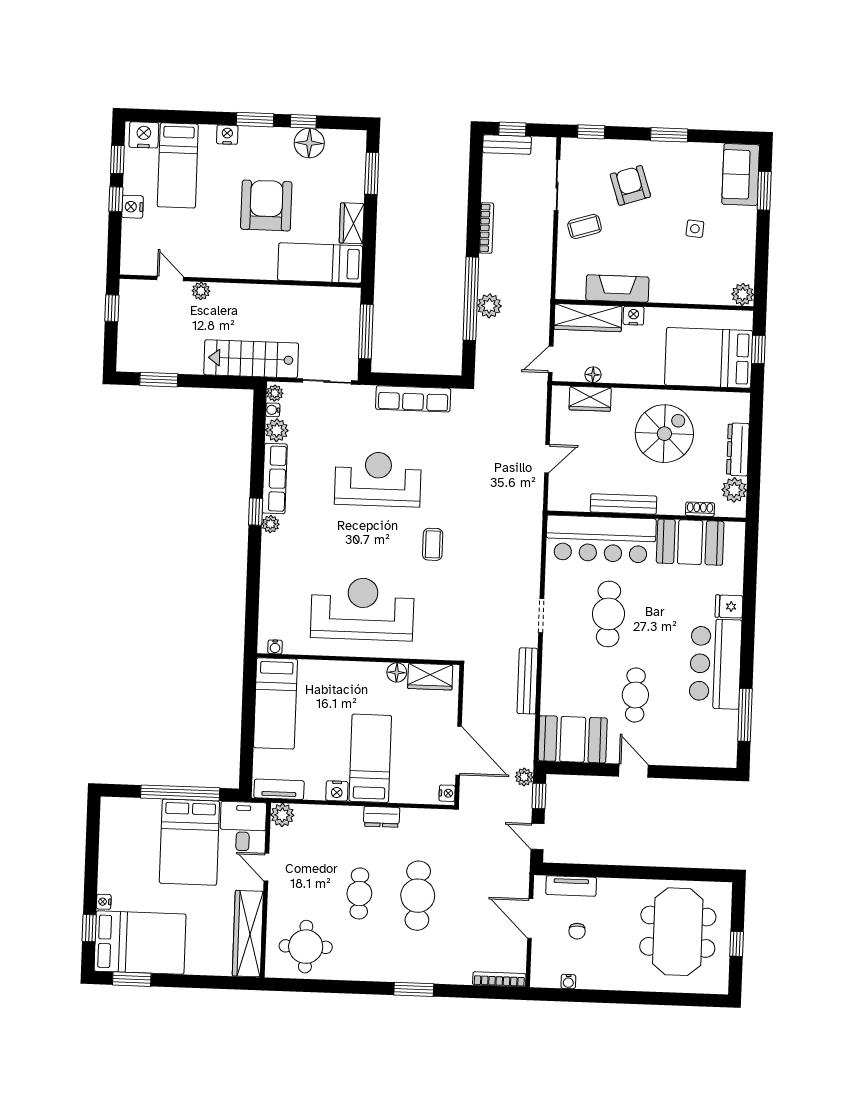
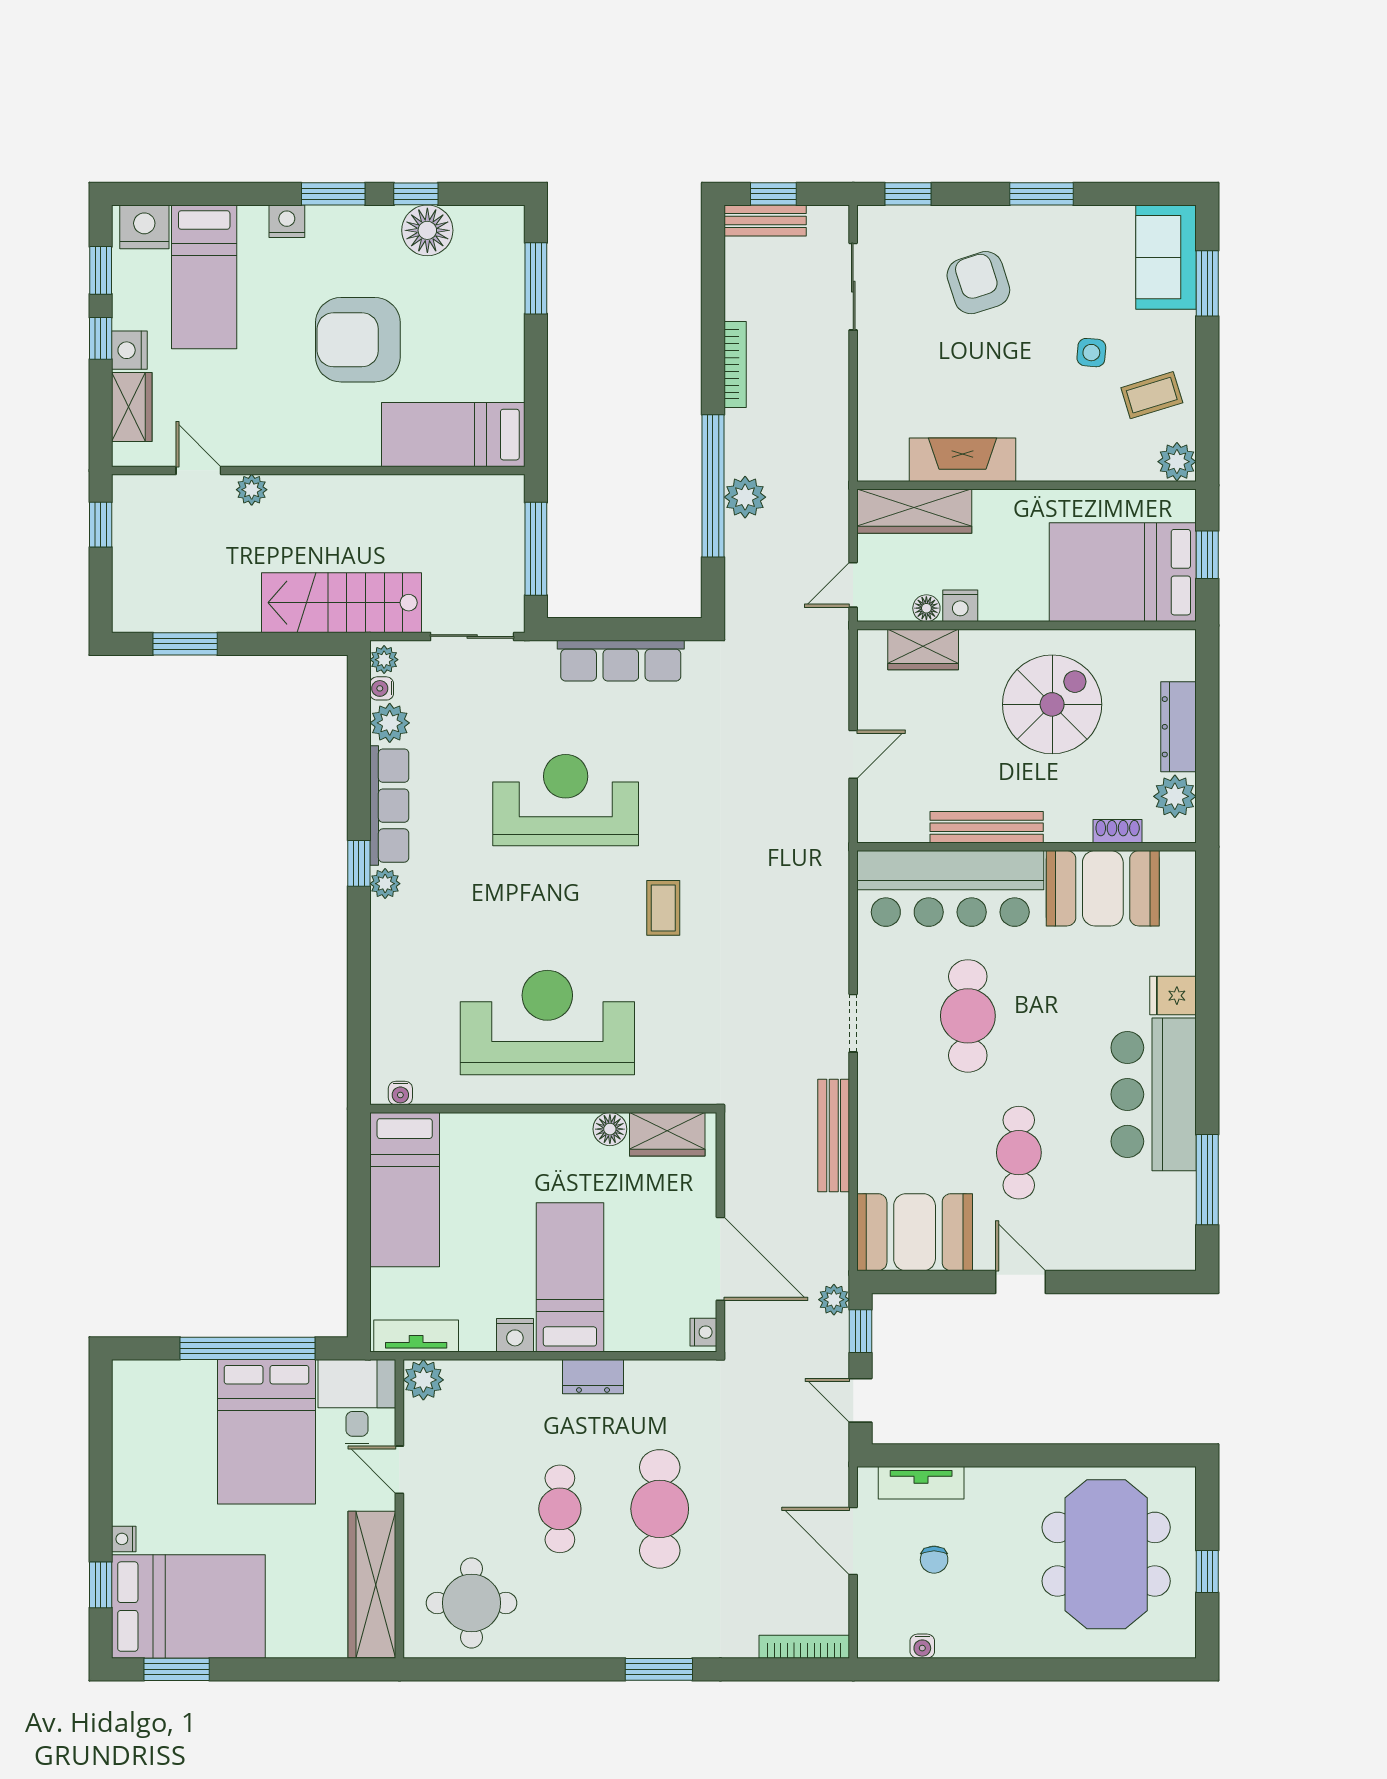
armchair: (266, 205) -> (358, 340), turned -90
wardrobe: (352, 223) -> (132, 407), moved, turned 180
coffee table: (585, 226) -> (1152, 395), moved
nightstand: (634, 316) -> (960, 606), moved, turned 180

